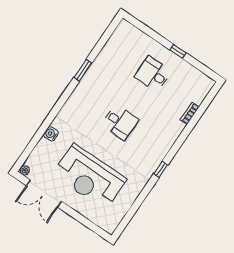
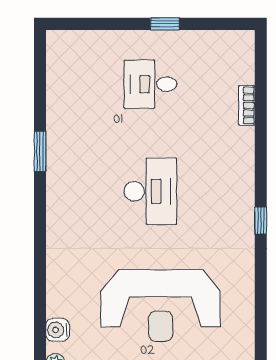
desk: (120, 122) -> (150, 191), width x1.37
water cooler: (51, 134) -> (58, 330), moved

